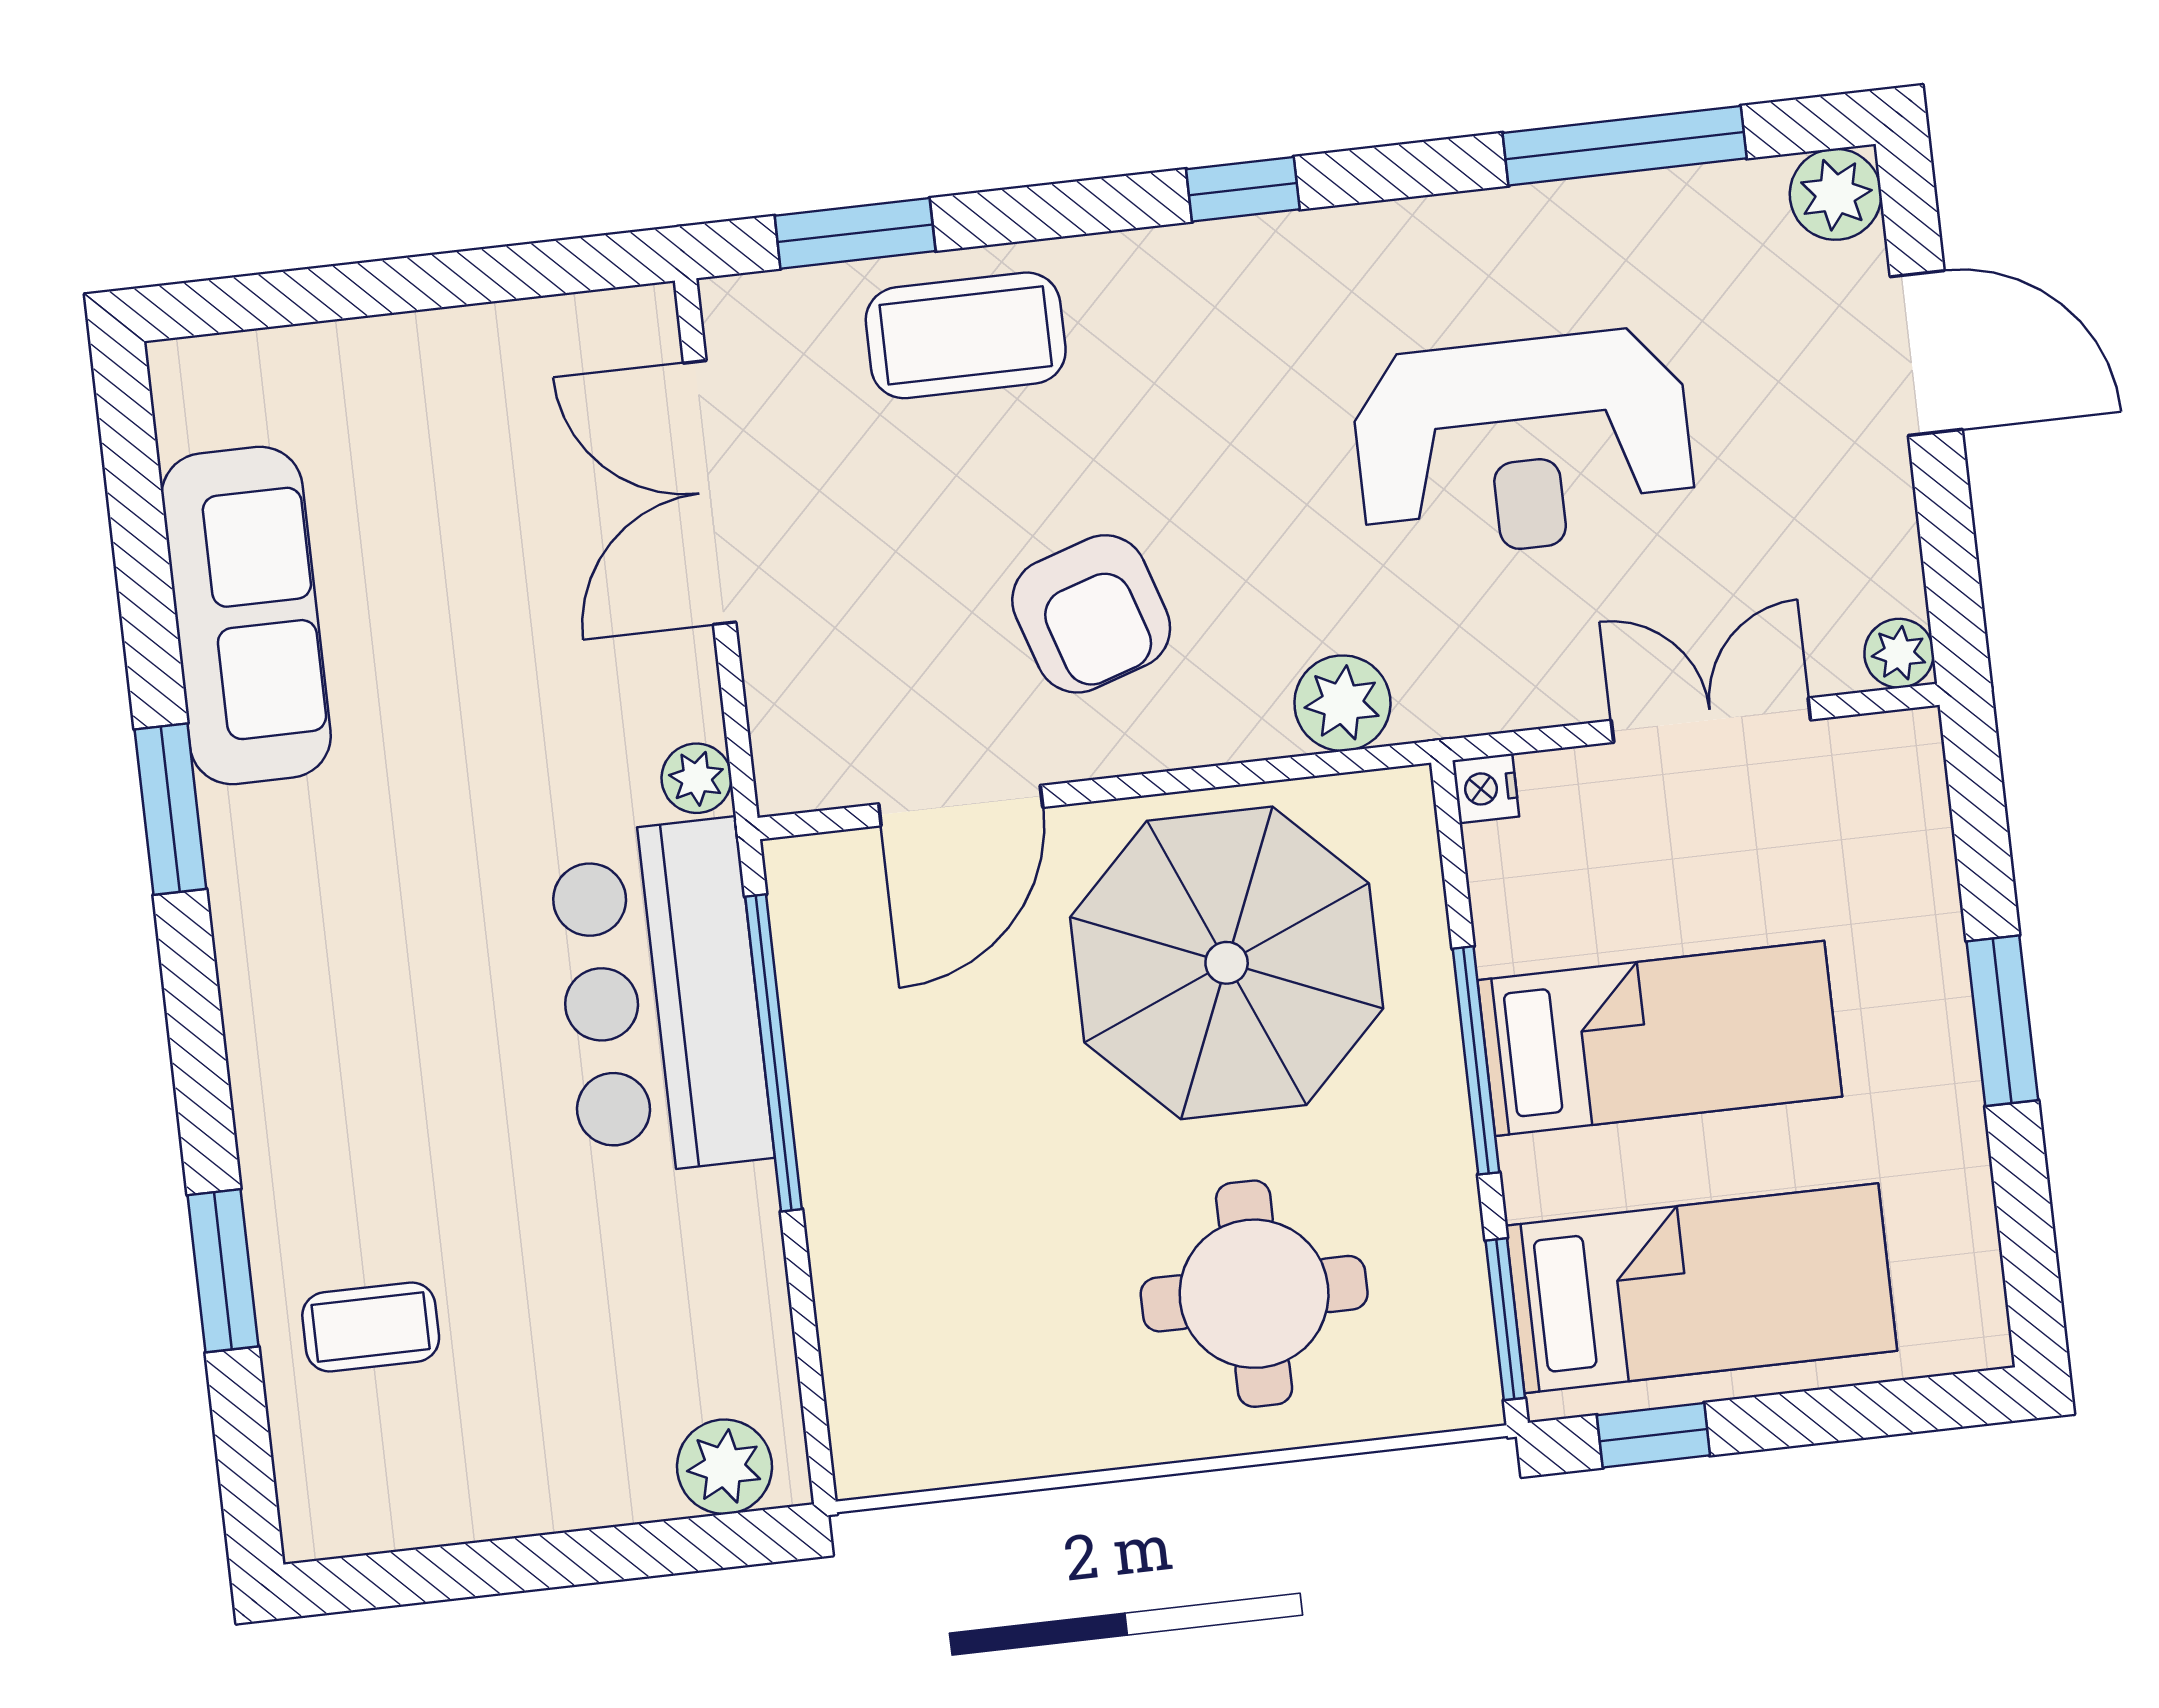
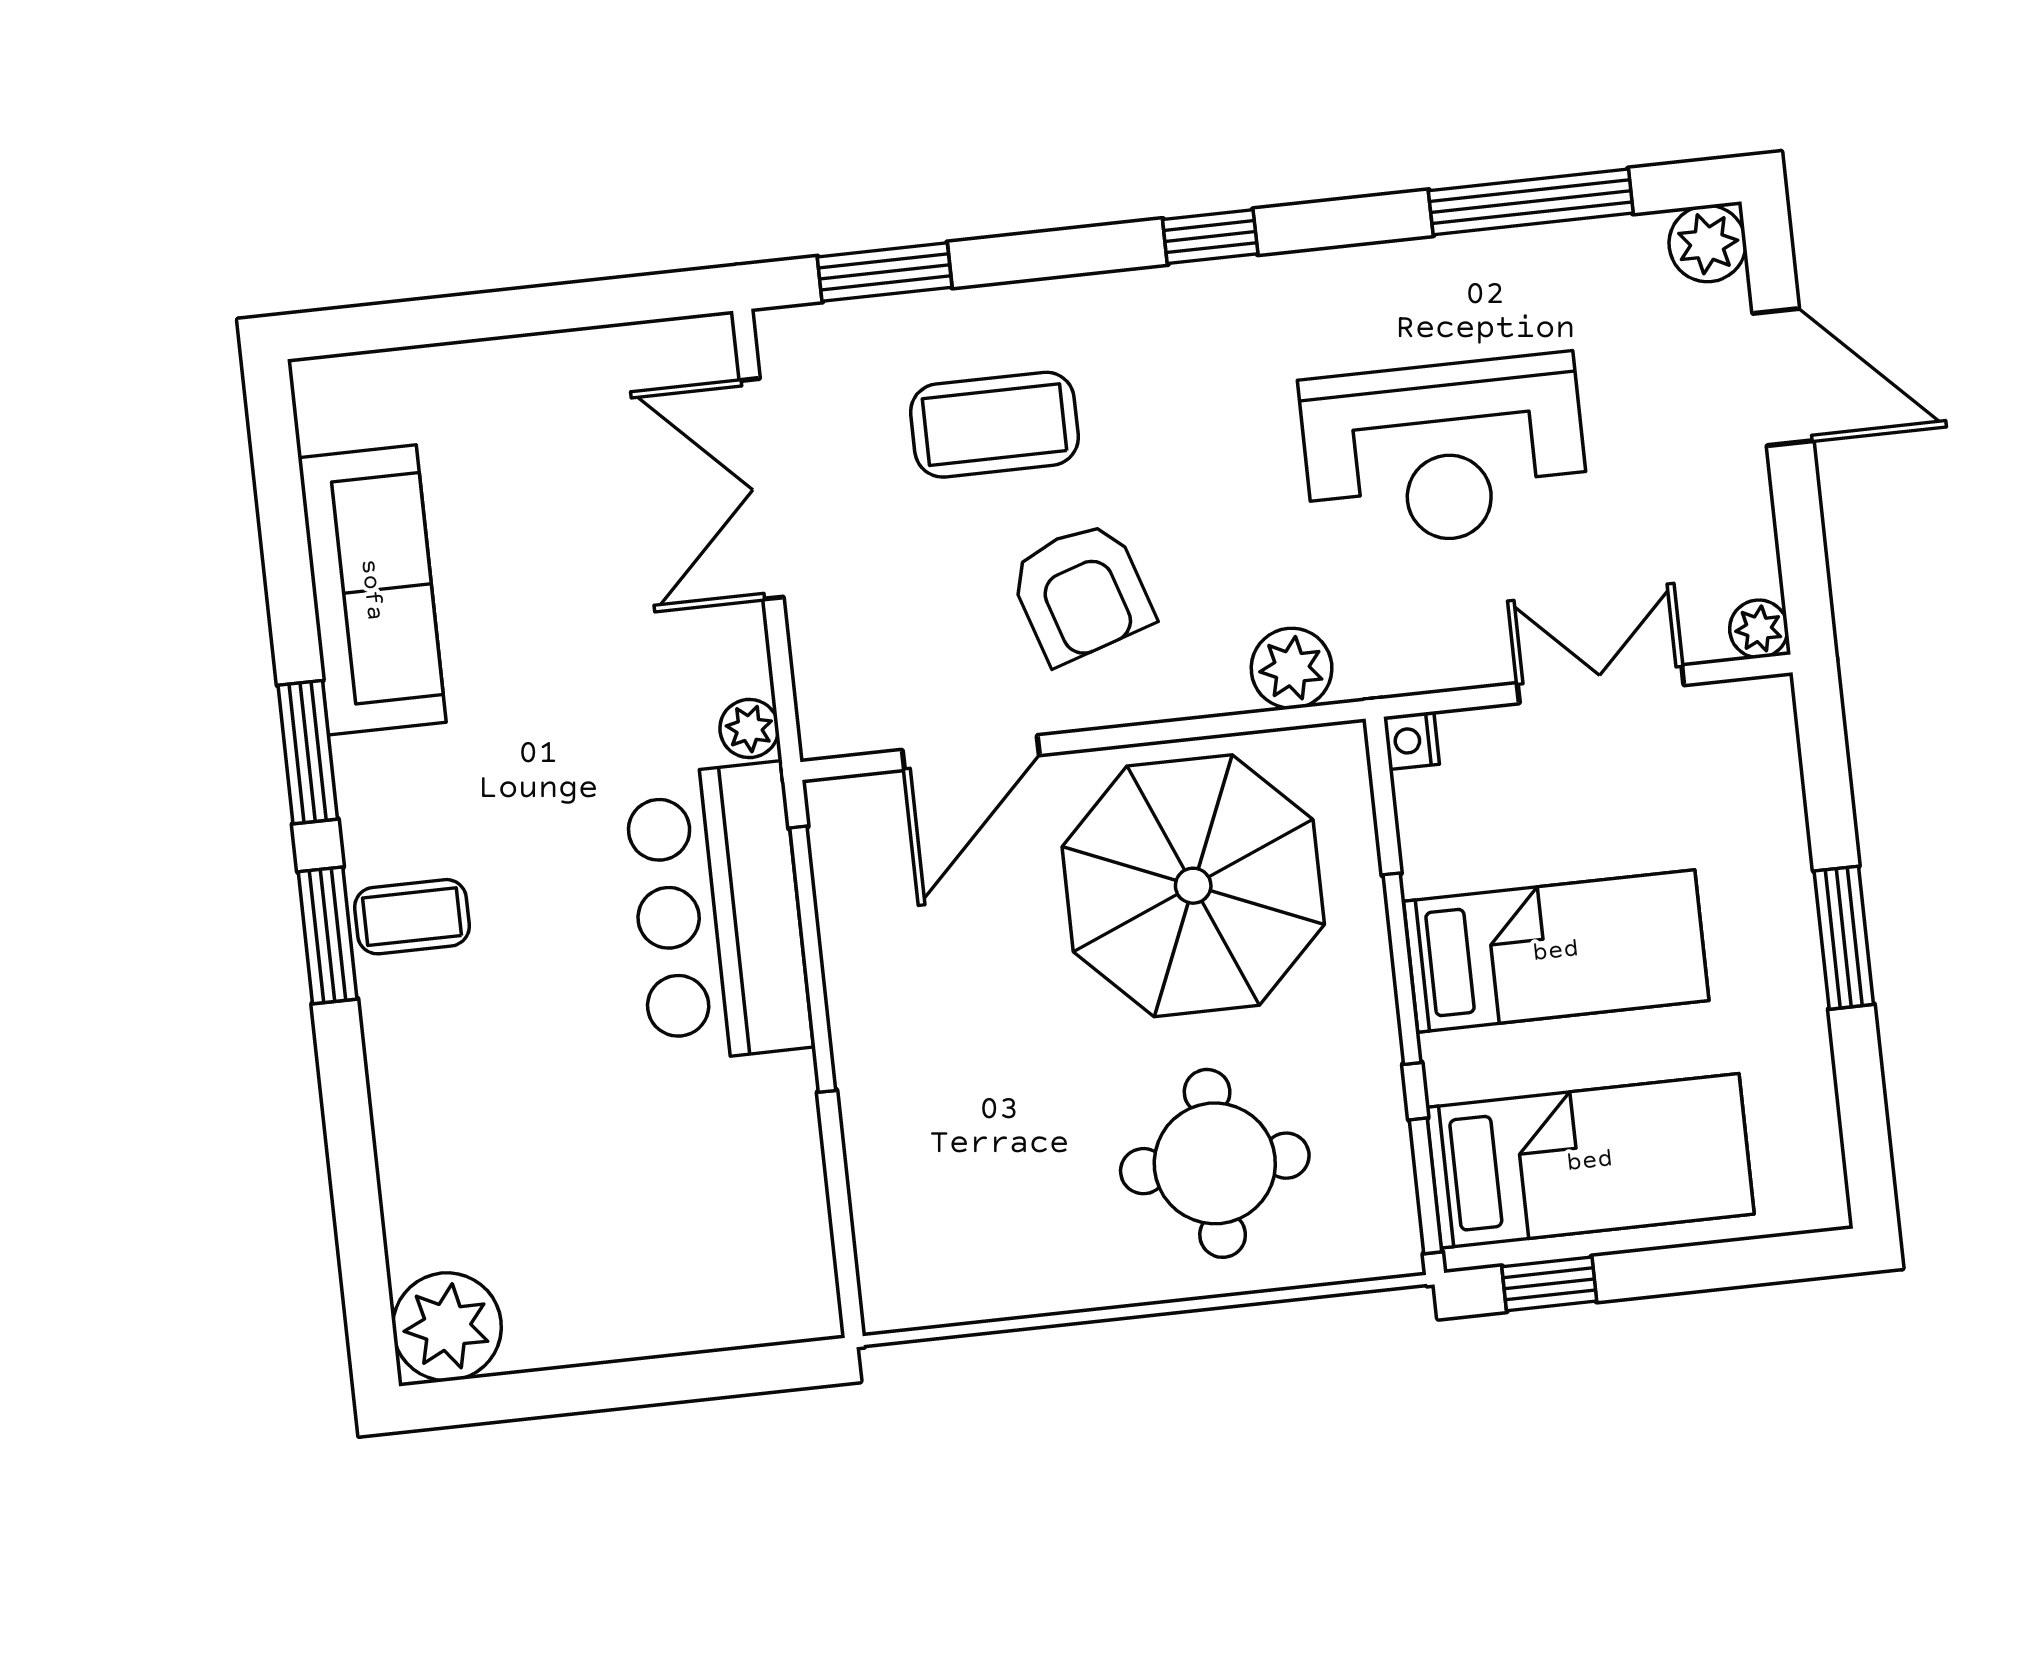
coffee table: (966, 335) -> (994, 425), moved
window: (223, 1271) -> (328, 935), moved
coffee table: (371, 1327) -> (412, 917), moved
plant: (724, 1467) -> (447, 1327), moved, width x1.36, depth x1.36

